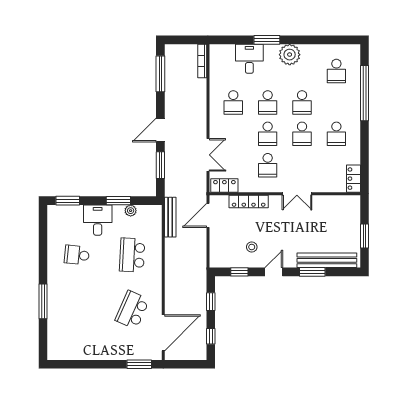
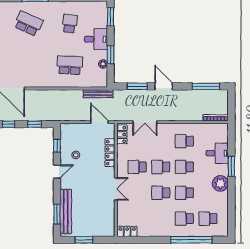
school desk: (336, 134) -> (184, 219), moved
double door: (297, 194) -> (116, 189), swing flipped
door: (274, 272) -> (57, 172), hinge flipped
window: (312, 272) -> (57, 214), moved
school desk: (132, 310) -> (28, 24), moved

